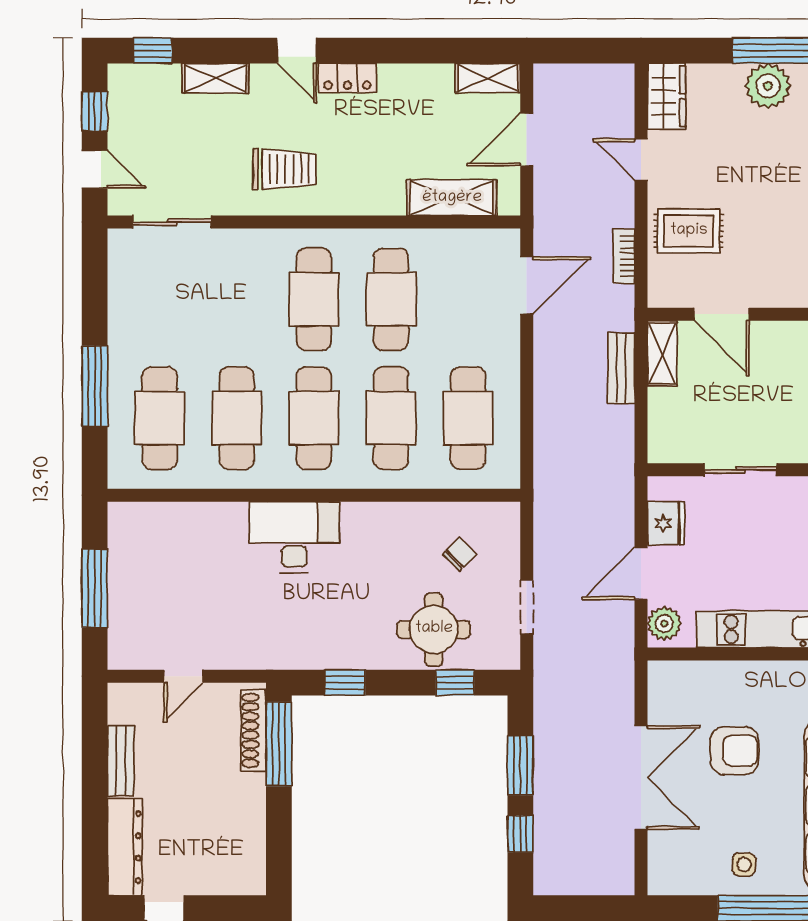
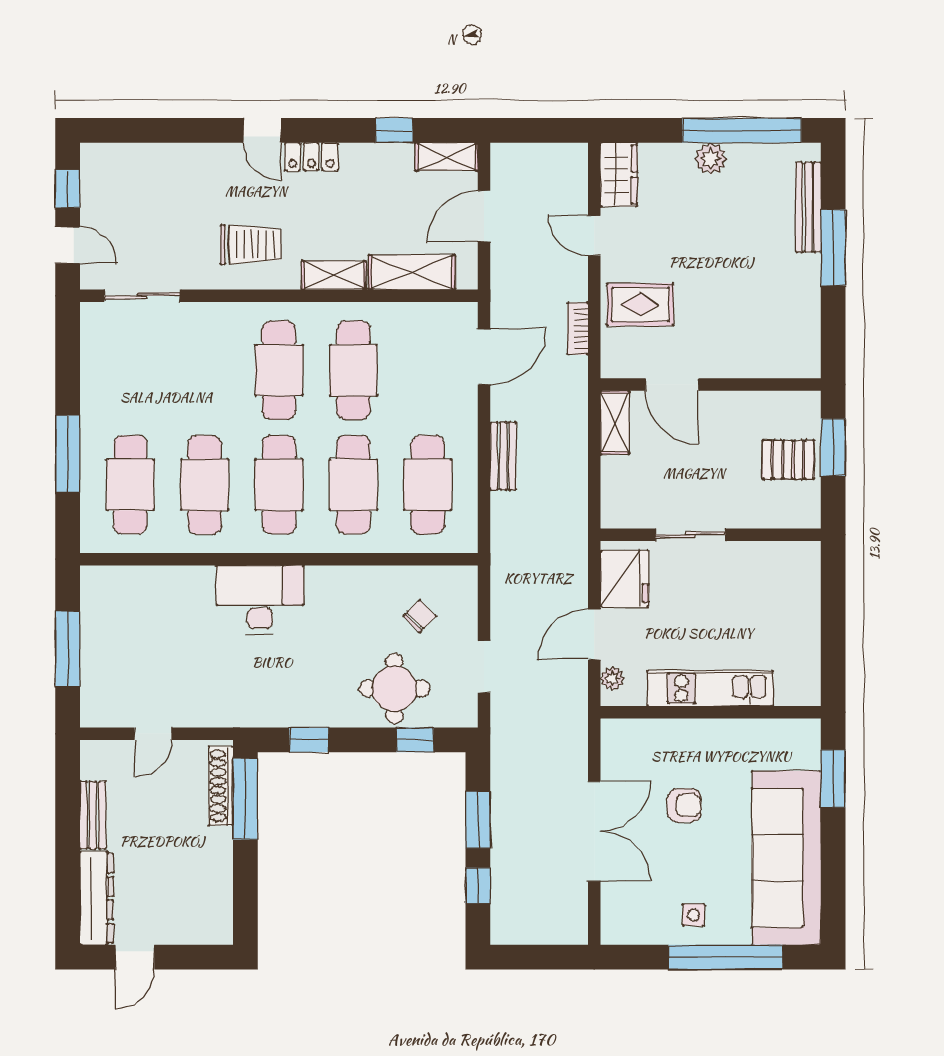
window: (153, 51) -> (394, 130), moved
shelving: (215, 78) -> (334, 275), moved
plant: (768, 86) -> (711, 159), width x0.73, depth x0.73
bench: (621, 368) -> (503, 456), moved
fridge: (666, 523) -> (624, 579), width x1.36, depth x1.34
plant: (664, 624) -> (612, 678), width x0.73, depth x0.73
armchair: (734, 751) -> (684, 805), width x0.72, depth x0.72

